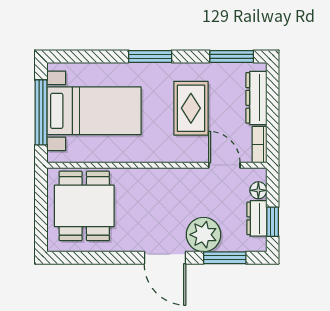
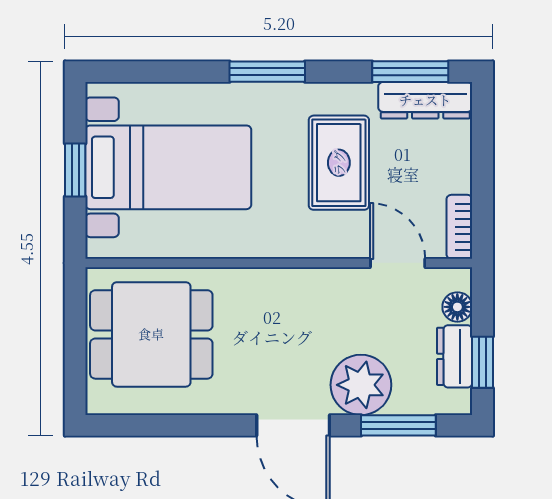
dresser: (256, 98) -> (425, 100), moved, turned -90
window: (41, 112) -> (75, 170), width x0.46
dining table: (84, 206) -> (151, 334), turned 90

